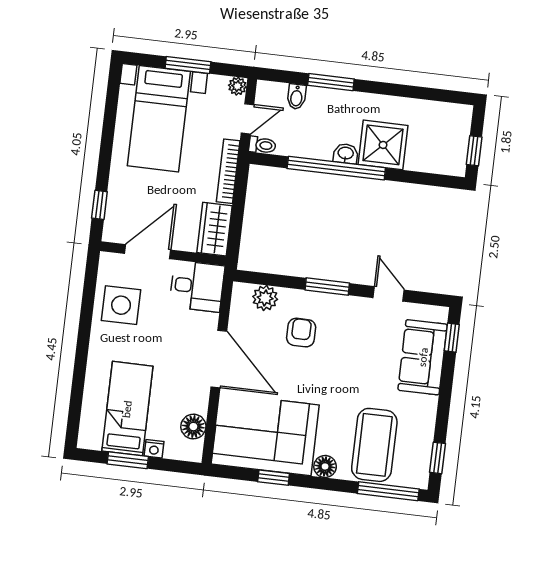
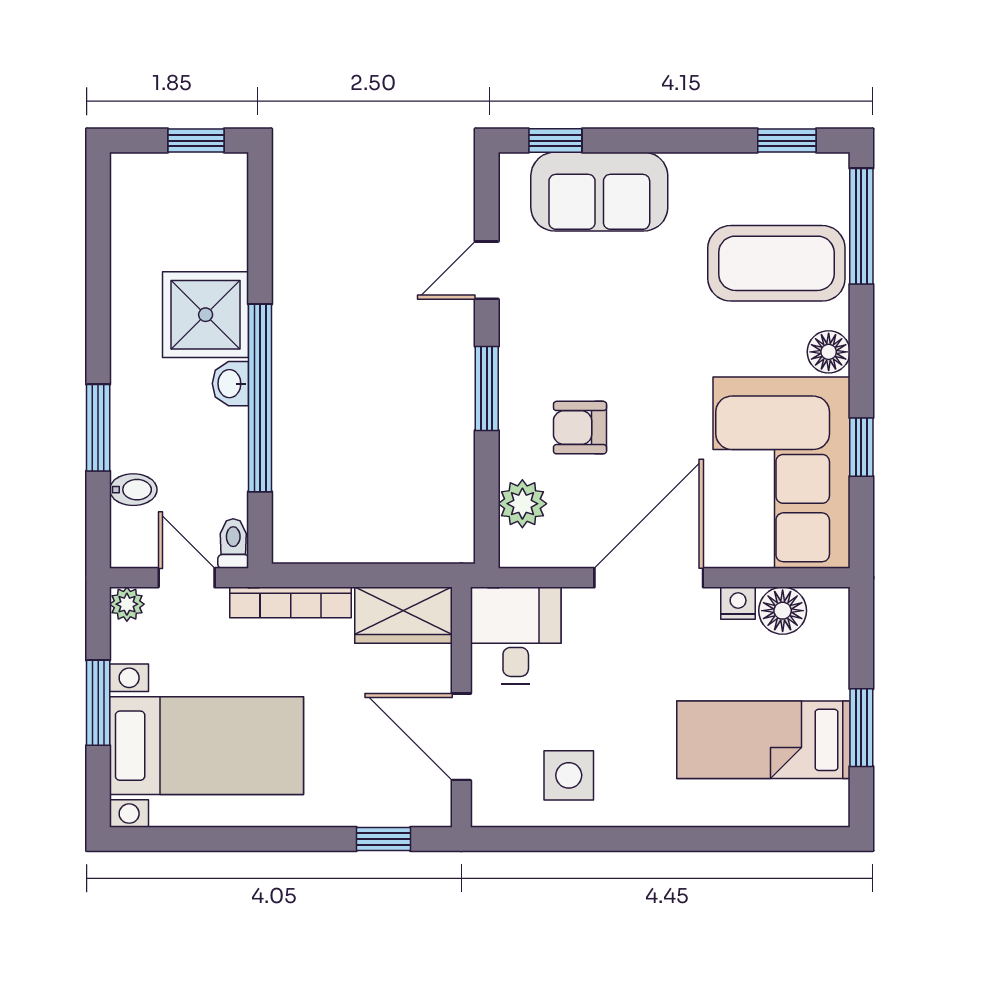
side table: (121, 305) -> (569, 775), width x0.73, depth x0.73
nightstand: (154, 449) -> (738, 603), moved, turned -90

